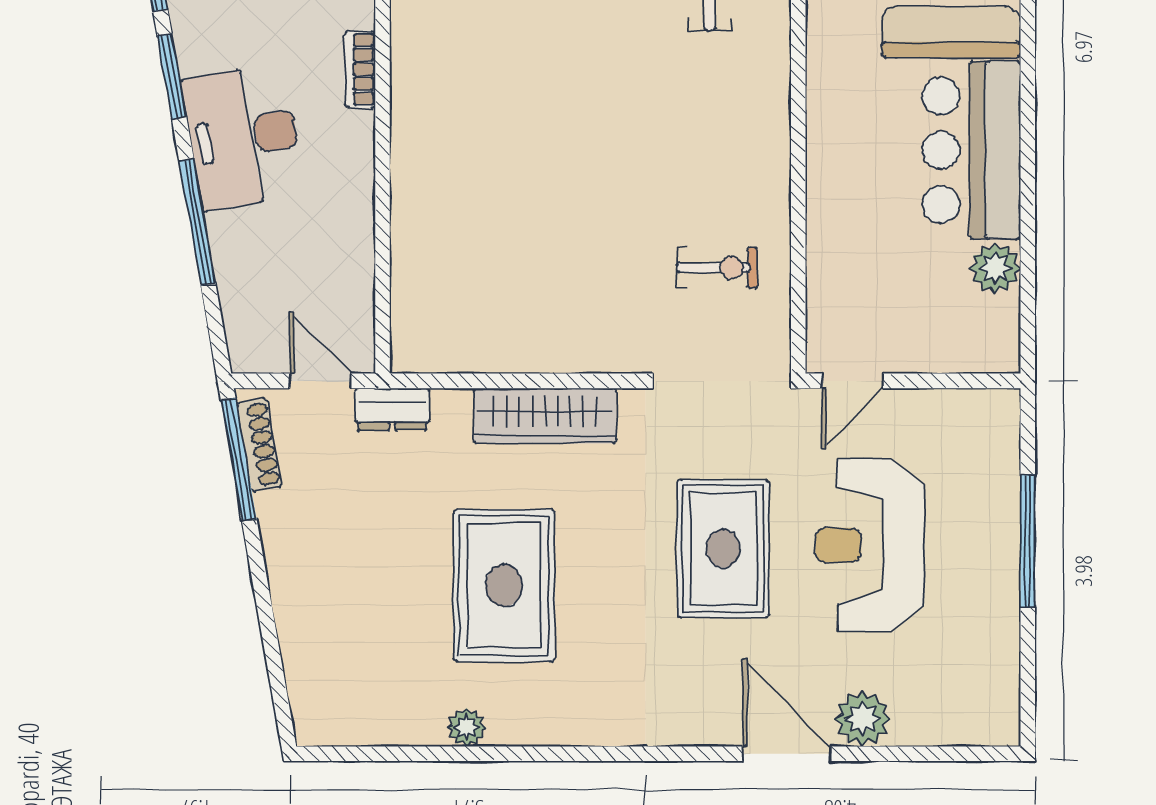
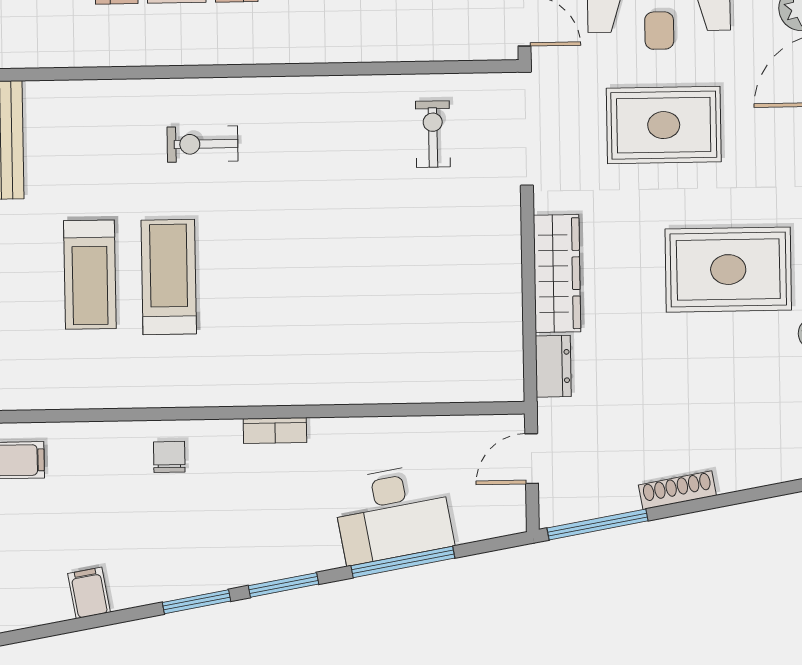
desk: (243, 137) -> (393, 514), moved
dresser: (392, 409) -> (553, 366), moved
shoe rack: (259, 445) -> (677, 490), moved
rug: (504, 585) -> (728, 270), moved

